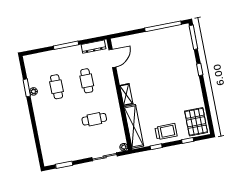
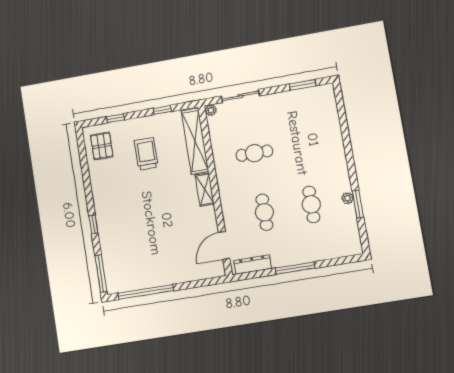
pallet: (196, 122) -> (102, 146), width x0.67, depth x0.71
trolley: (166, 132) -> (146, 154), moved, turned 90

